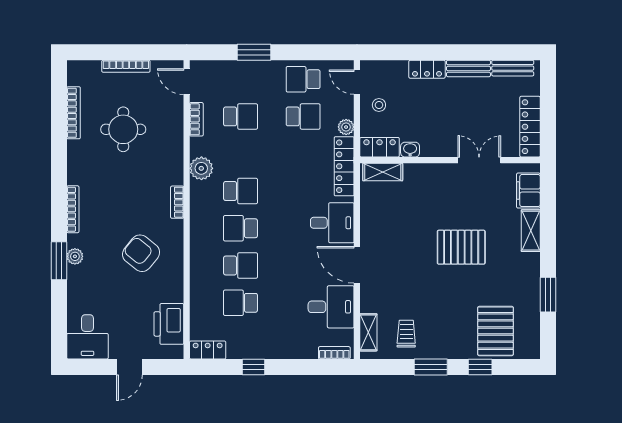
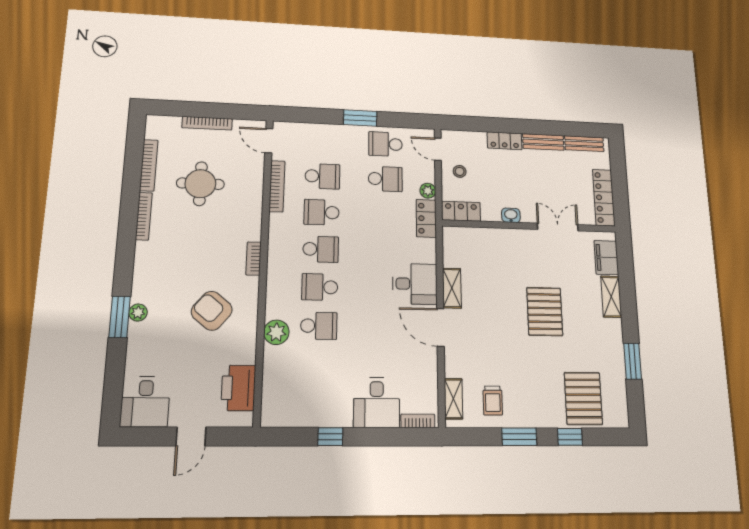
window: (254, 52) -> (360, 118), moved
bookcase: (196, 119) -> (277, 186), width x1.56
washbasin: (410, 150) -> (511, 215), moved
locker: (344, 166) -> (426, 218), width x0.66
plant: (201, 168) -> (276, 332), moved
shelving: (383, 172) -> (452, 288), moved, turned 90
bookcase: (73, 209) -> (144, 216), moved
pallet: (461, 247) -> (545, 311), turned 90
school desk: (240, 303) -> (322, 212), moved
desk: (331, 307) -> (377, 403), moved, turned 90
trolley: (406, 334) -> (493, 401), turned 180
locker: (208, 350) -> (280, 417), removed

